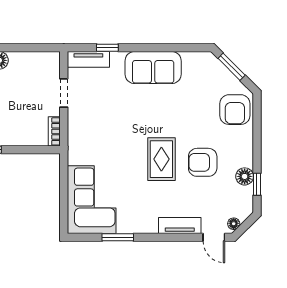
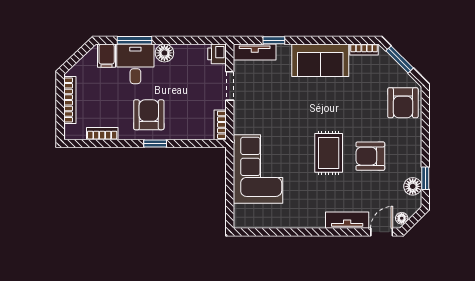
bookcase: (197, 57) -> (364, 50), added
printer: (51, 61) -> (217, 54), added
floor lamp: (245, 176) -> (413, 186), moved
corner sofa: (92, 200) -> (258, 169), moved
window: (118, 237) -> (284, 232), removed
door: (214, 237) -> (382, 232), swing flipped

